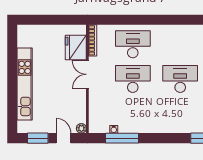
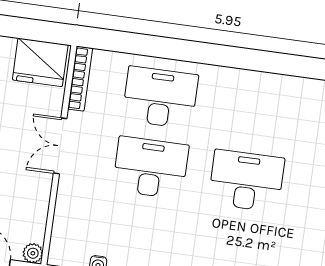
fridge: (76, 47) -> (40, 62), moved, turned -90

